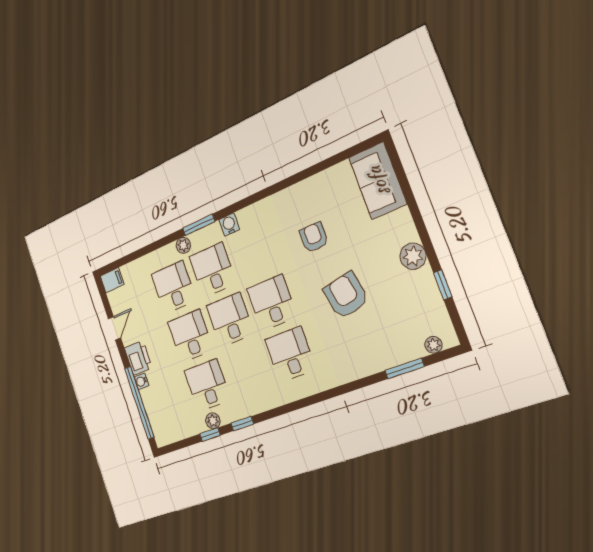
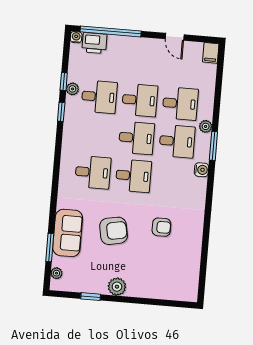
sofa: (378, 181) -> (68, 233), moved, turned 90
printer: (138, 358) -> (94, 43), moved
water cooler: (141, 381) -> (76, 37), moved

